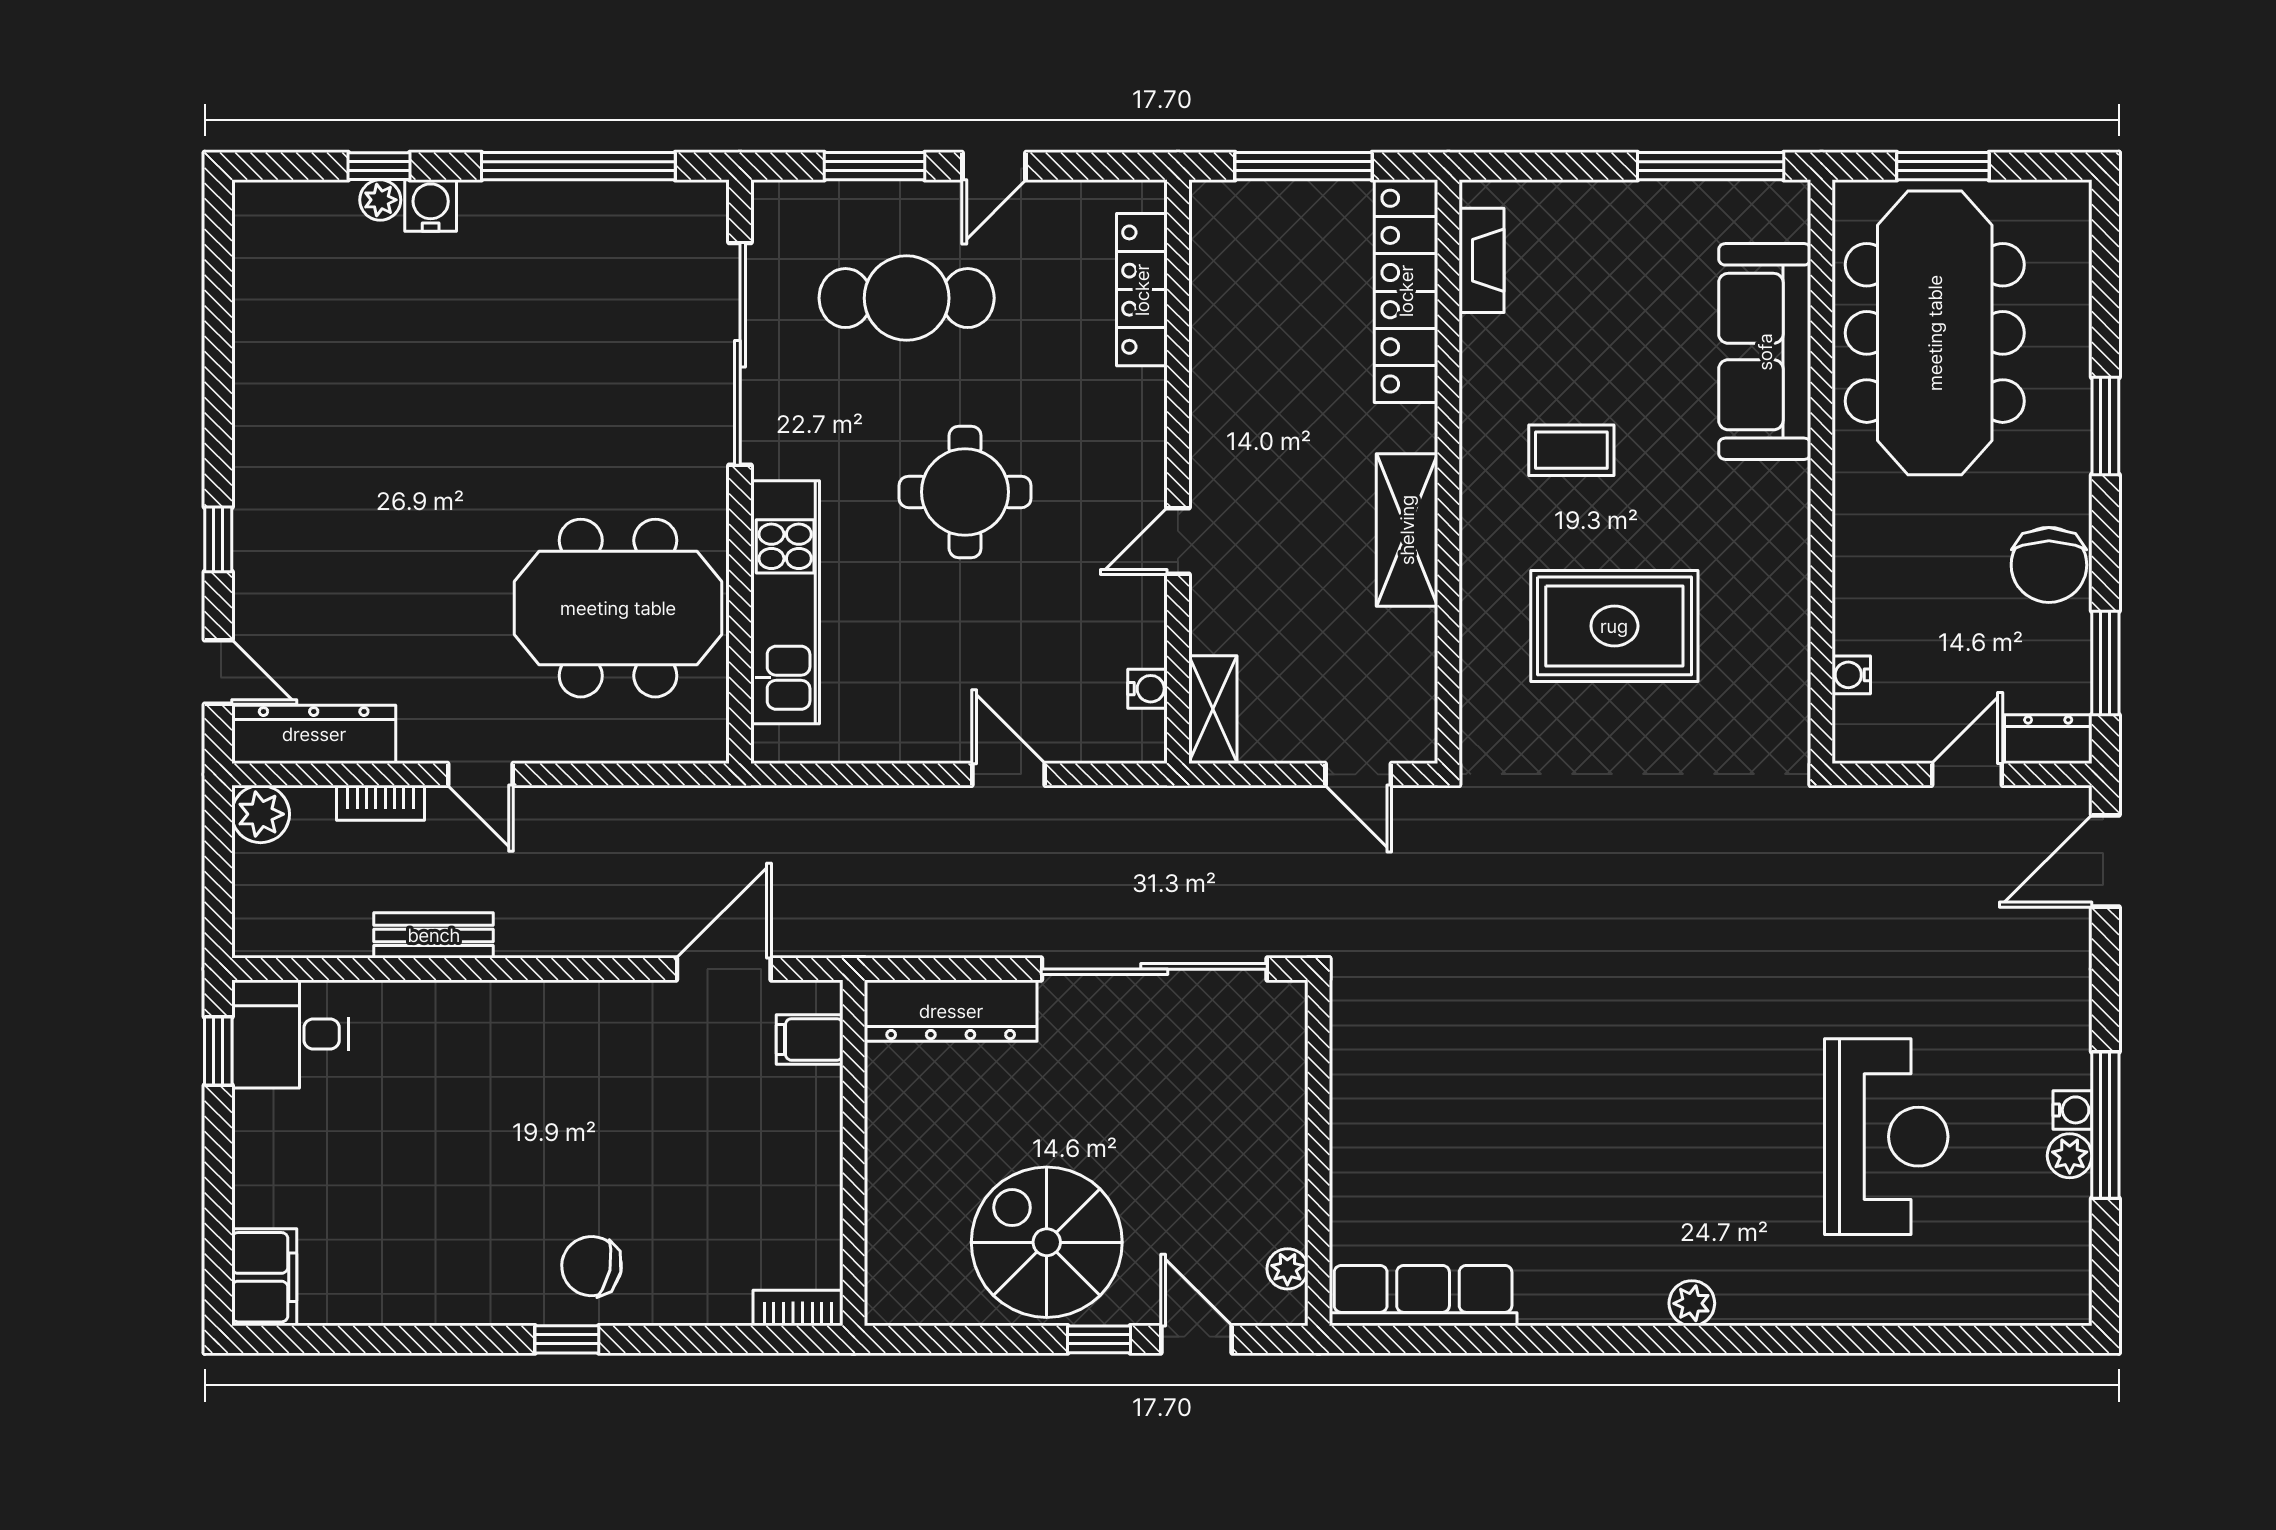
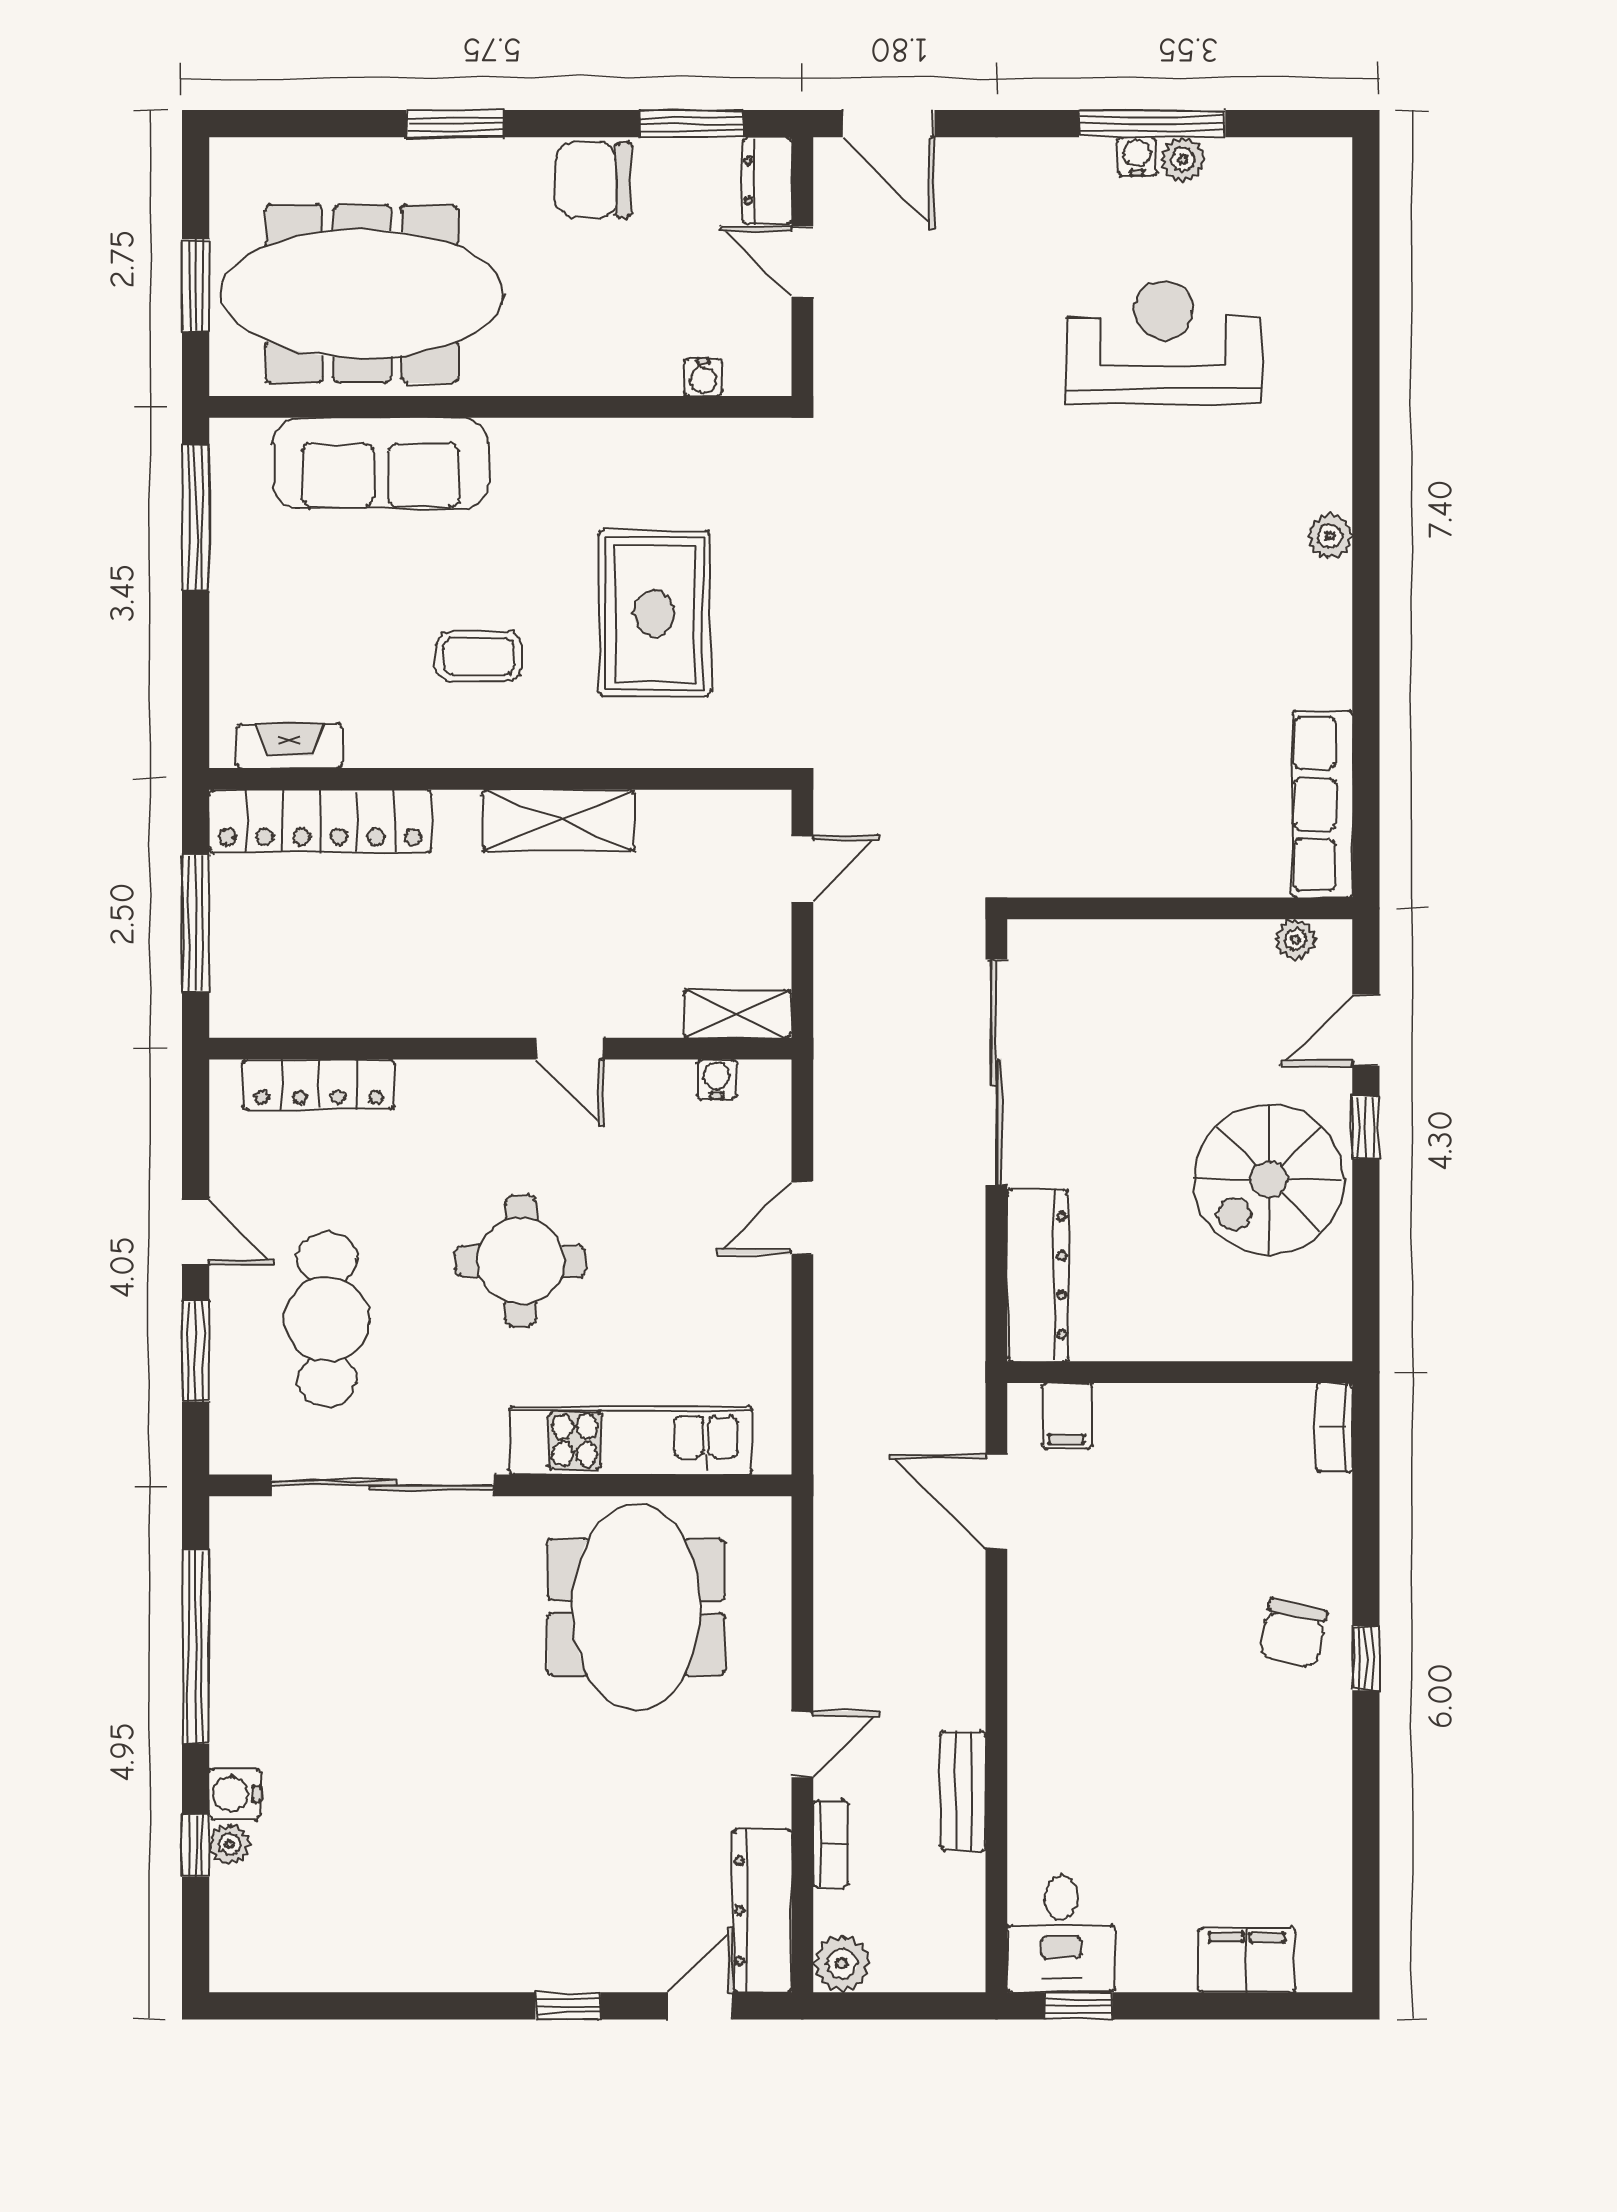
coffee table: (1571, 450) -> (479, 656), turned 90
chair: (2049, 565) -> (593, 180), turned 180
filing cabinet: (264, 1277) -> (1247, 1960), moved

